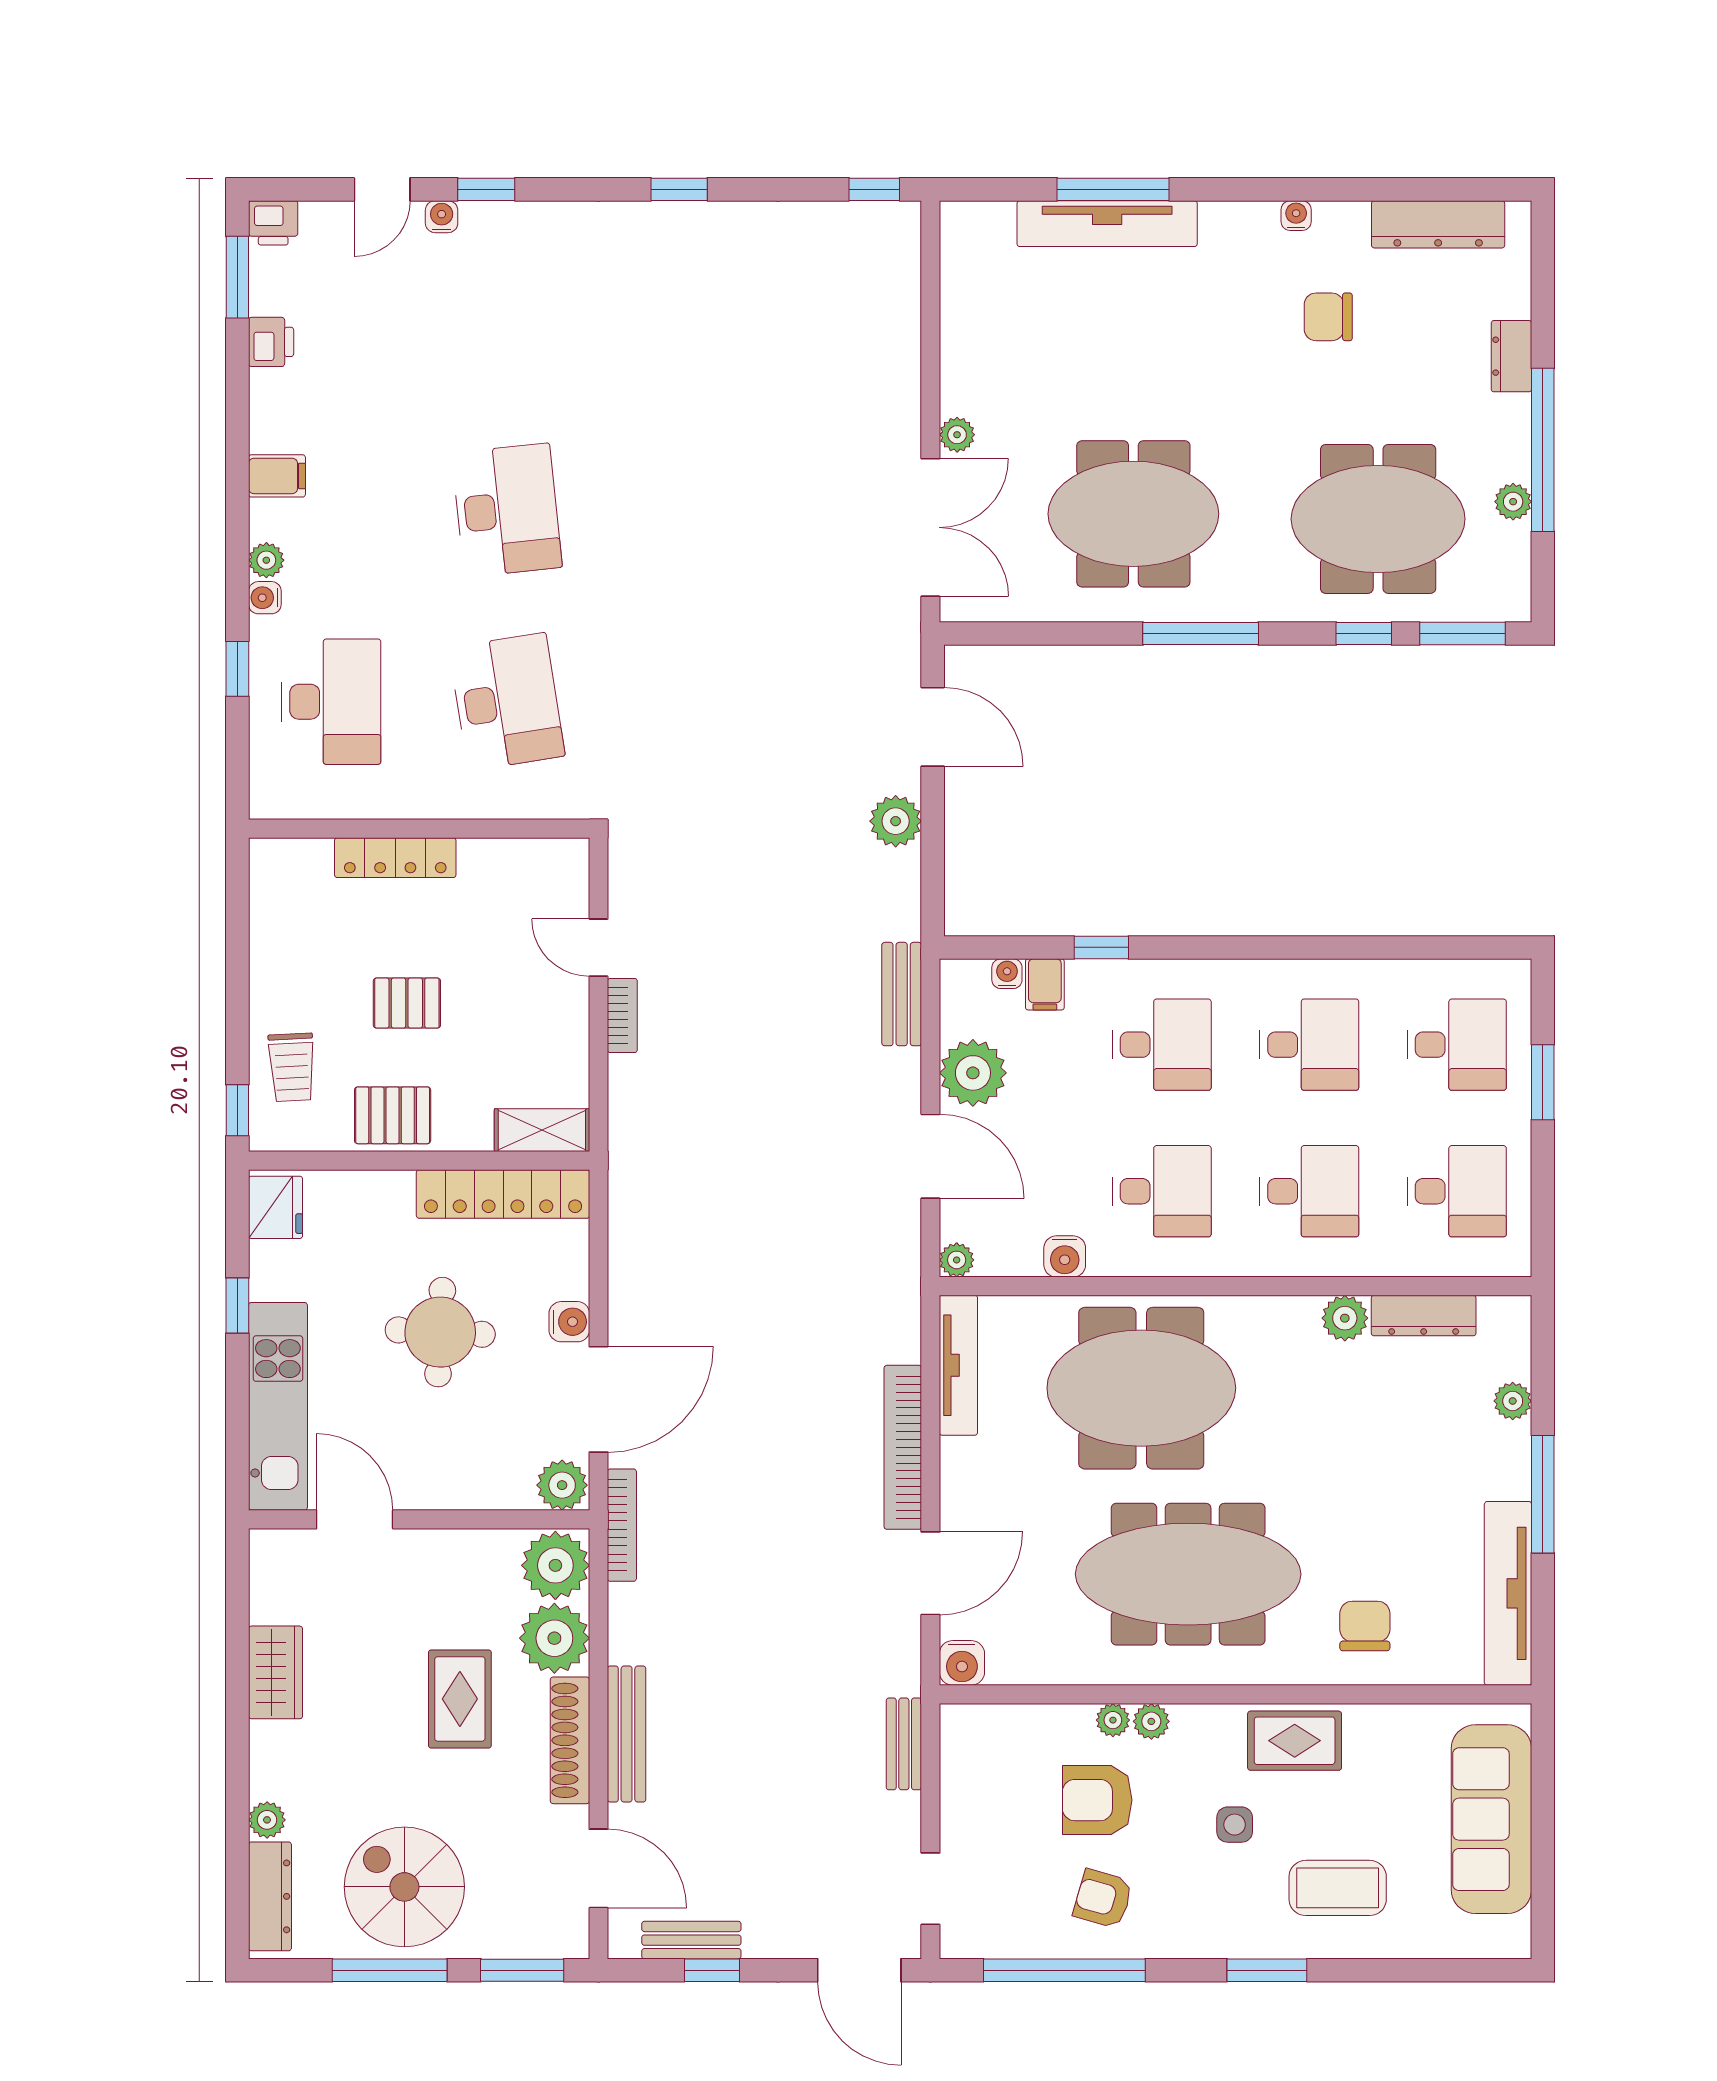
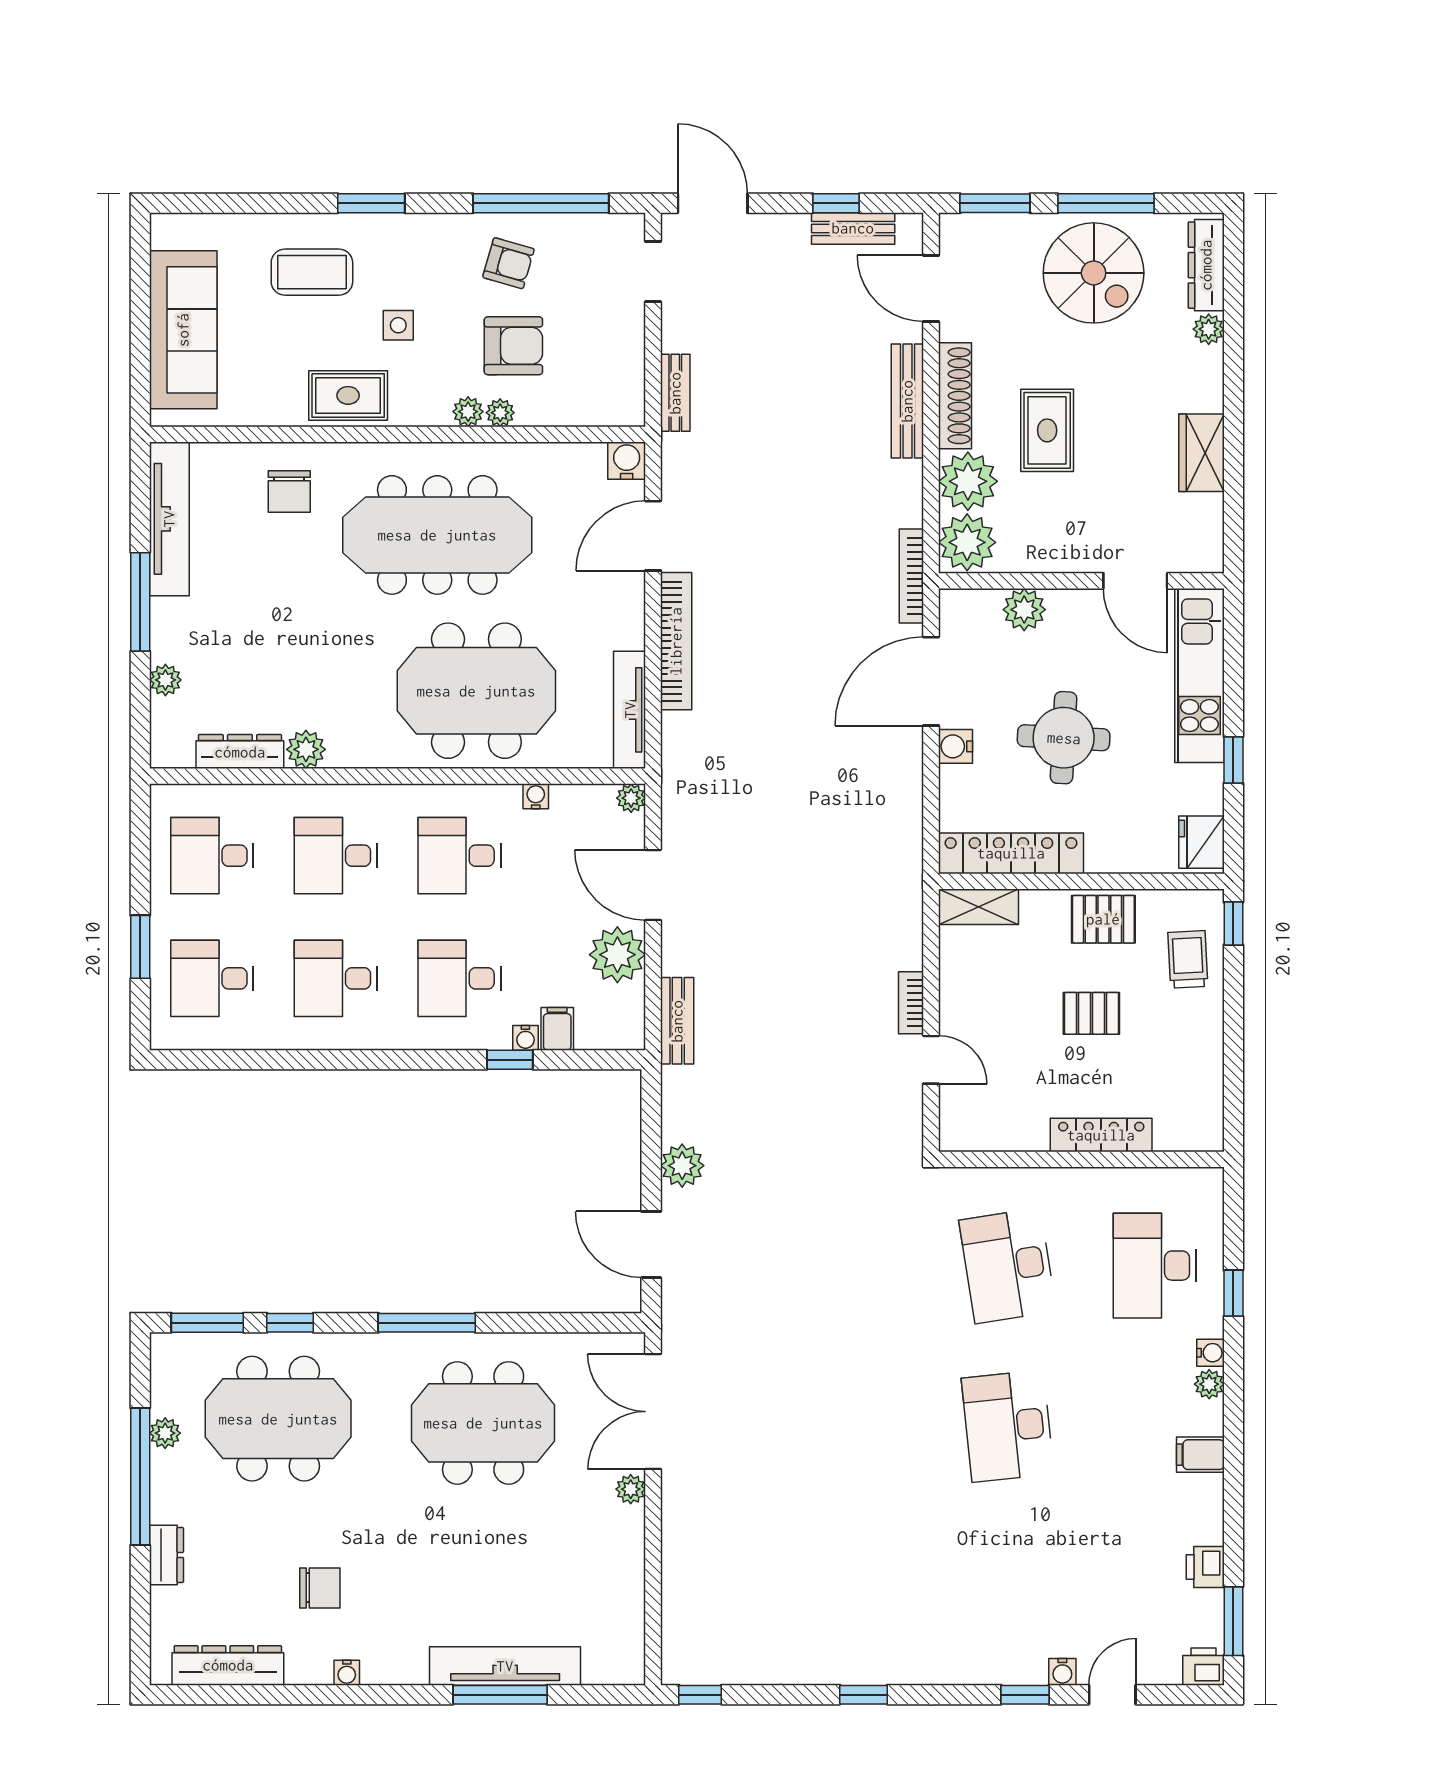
water cooler: (1007, 974) -> (525, 1038), moved
water cooler: (1065, 1256) -> (536, 796), width x0.72, depth x0.72
plant: (562, 1485) -> (1024, 610), moved

